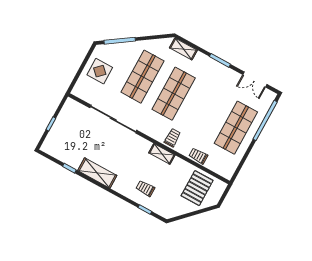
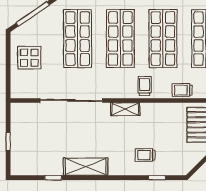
shop shelf: (205, 111) -> (163, 39), added
shelving: (162, 154) -> (125, 109), moved

